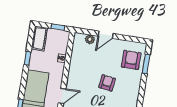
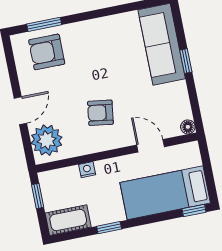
door: (106, 35) -> (20, 111), hinge flipped
plant: (90, 39) -> (47, 140), width x1.88, depth x1.88
armchair: (107, 83) -> (100, 113), moved

